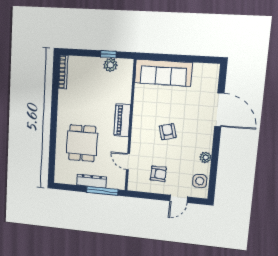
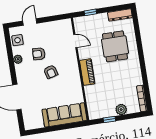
plant: (110, 65) -> (121, 110), moved
armchair: (158, 174) -> (39, 54), moved
dresser: (92, 181) -> (120, 15), moved
window: (102, 191) -> (90, 12), width x0.46

